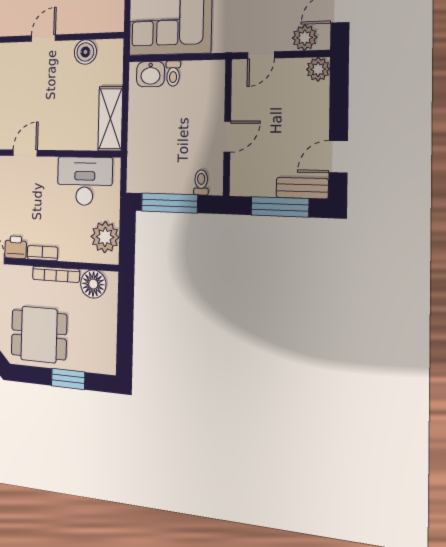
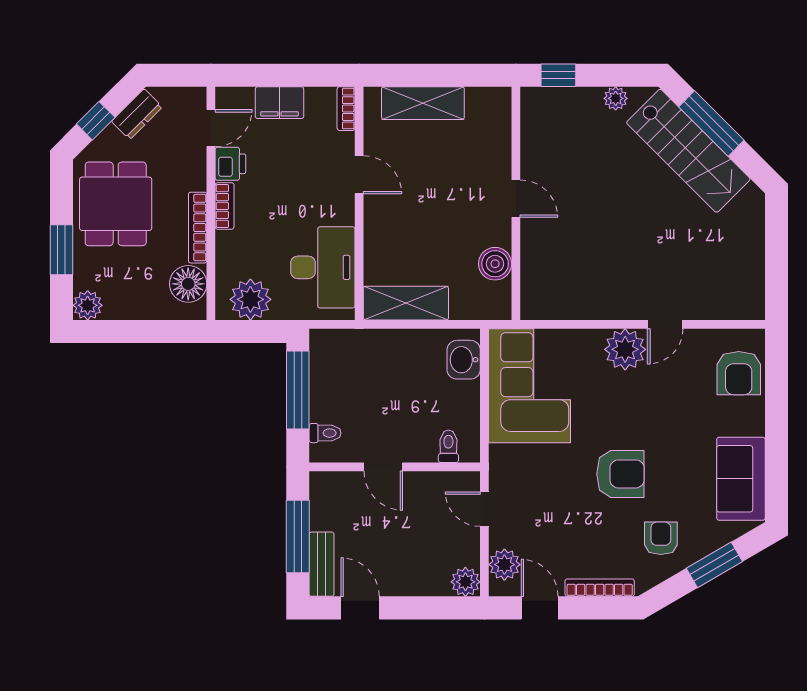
toilet: (173, 73) -> (448, 446), moved, turned 90
plant: (106, 363) -> (88, 305), added

